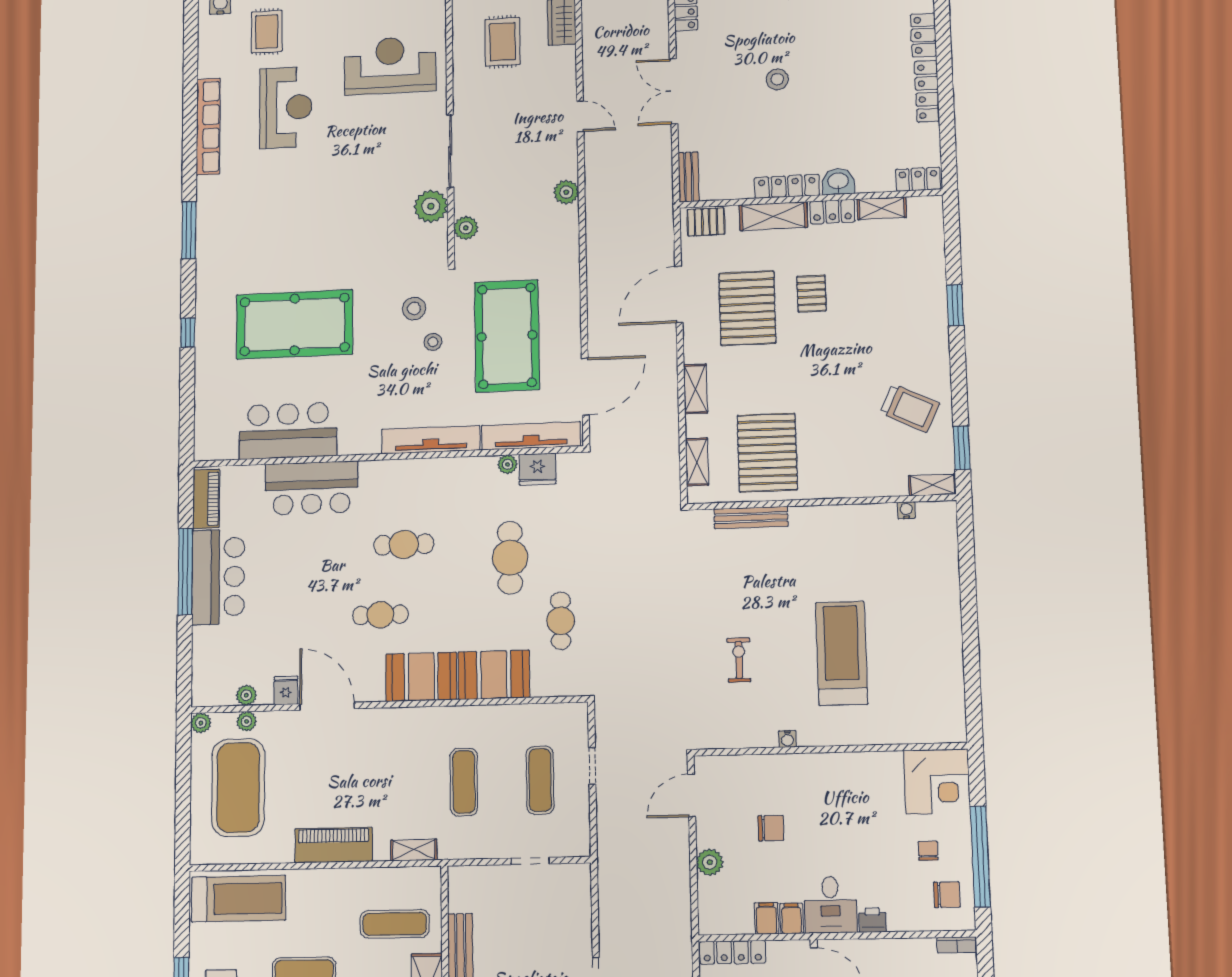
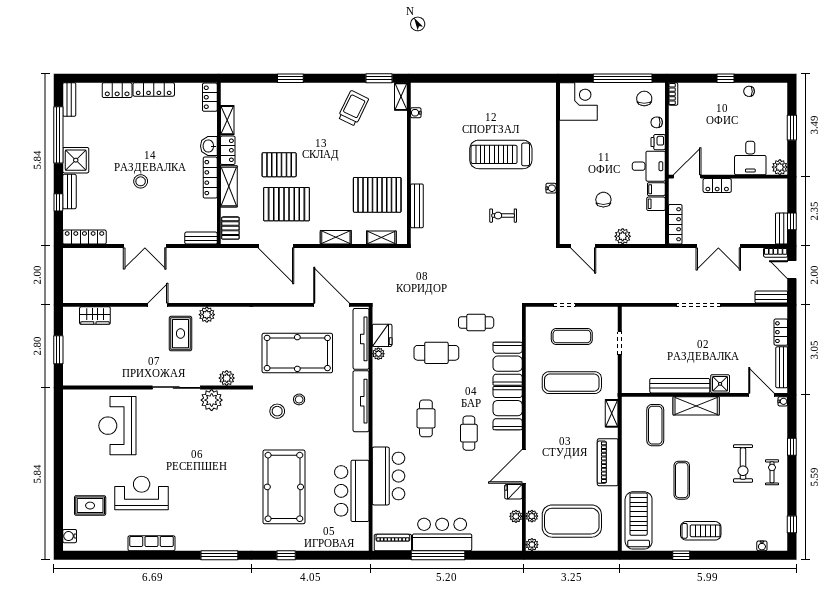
rug: (503, 42) -> (181, 334), moved, turned 90
row of seats: (208, 127) -> (151, 543), width x0.73
pallet: (812, 294) -> (279, 165), width x1.50, depth x1.42
exercise mat: (464, 782) -> (572, 383), width x1.36, depth x1.45
chair: (928, 851) -> (657, 122), moved

